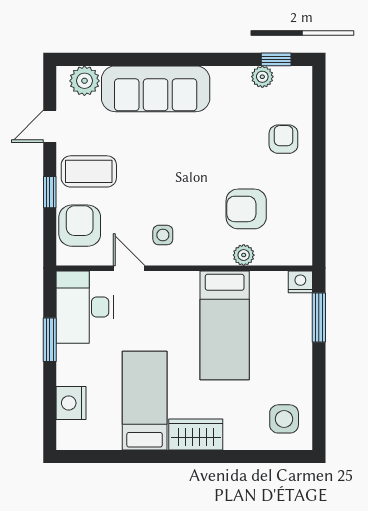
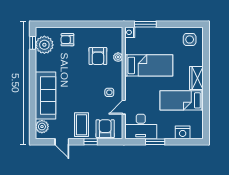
plant: (262, 77) -> (44, 45), width x1.87, depth x1.87
armchair: (80, 226) -> (105, 129), turned 90

